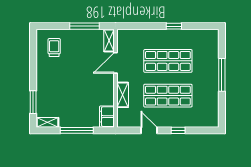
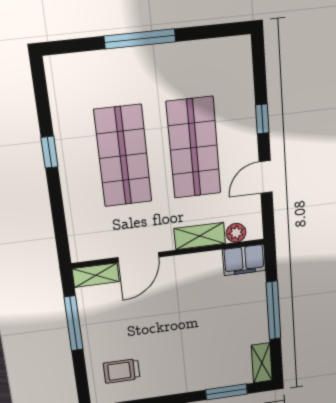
door: (115, 63) -> (138, 257), hinge flipped
plant: (122, 114) -> (236, 233), added

